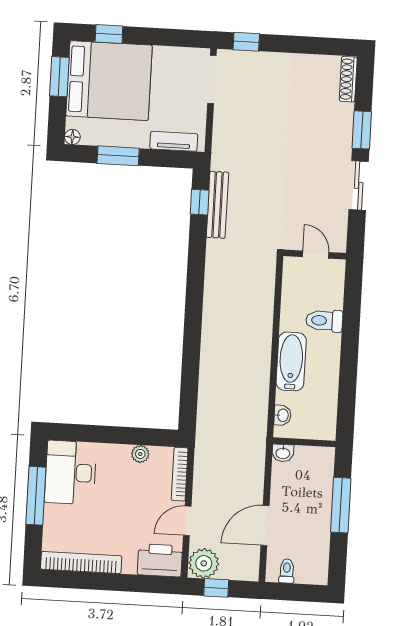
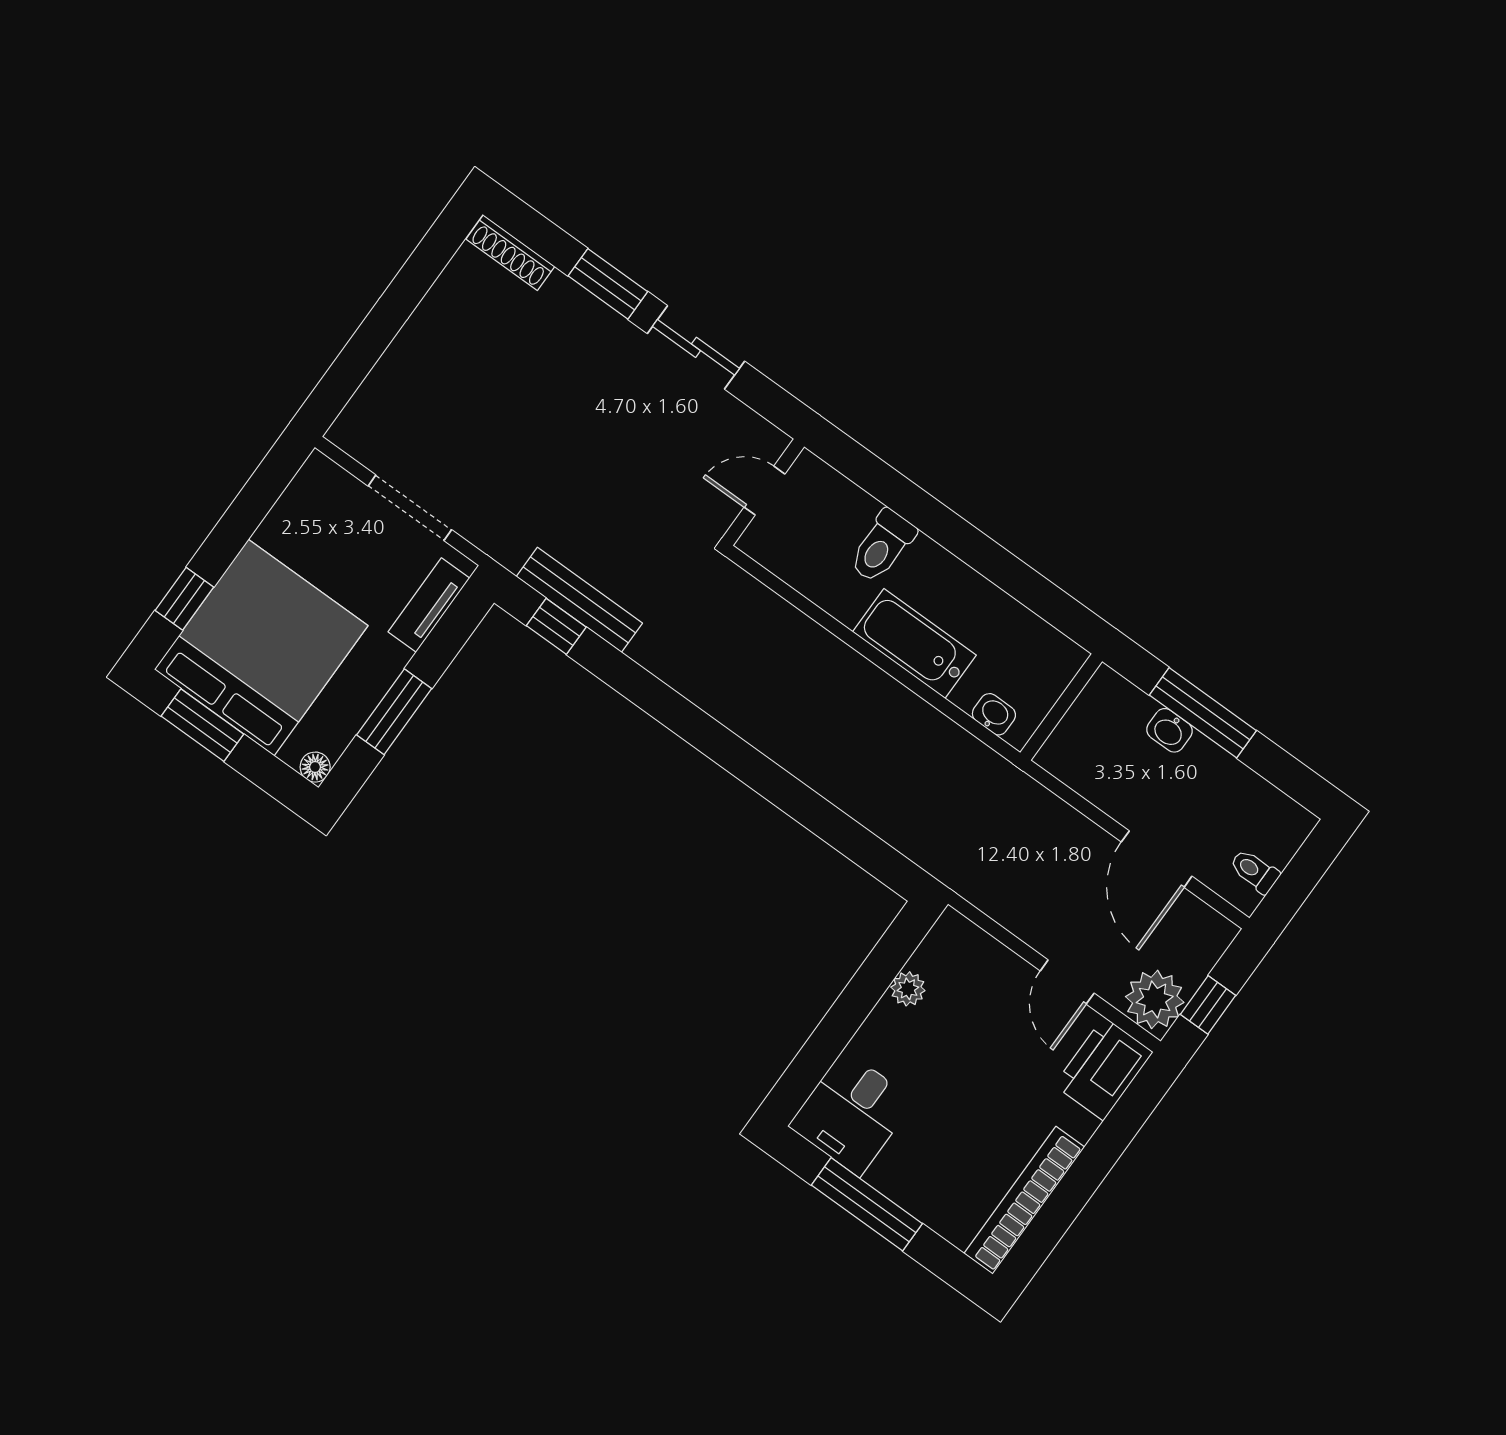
window: (246, 42) -> (341, 381), removed
doorway: (212, 79) -> (410, 508), moved
washbasin: (283, 453) -> (1169, 730), moved, turned 90
desk: (71, 473) -> (852, 1113), width x0.73
bookcase: (180, 474) -> (983, 945), removed

